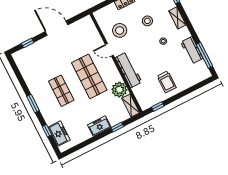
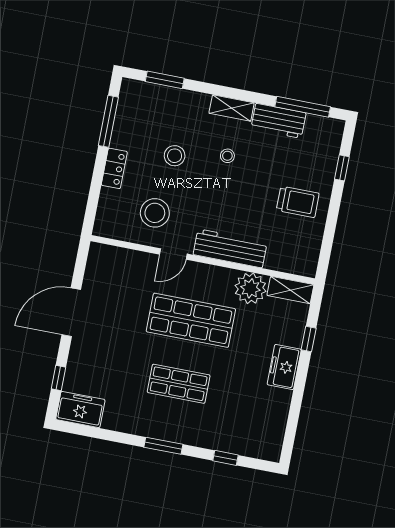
shelving: (177, 18) -> (232, 108), moved
window: (158, 107) -> (342, 168), moved
freezer: (59, 134) -> (80, 410), moved

